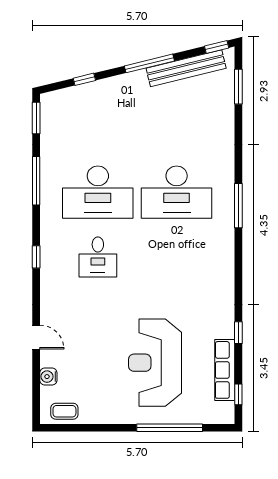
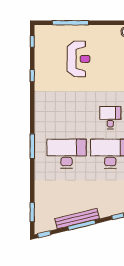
bench: (186, 68) -> (77, 219), moved
reception desk: (155, 363) -> (79, 59), width x0.74, depth x0.77
row of seats: (225, 370) -> (40, 55), removed

